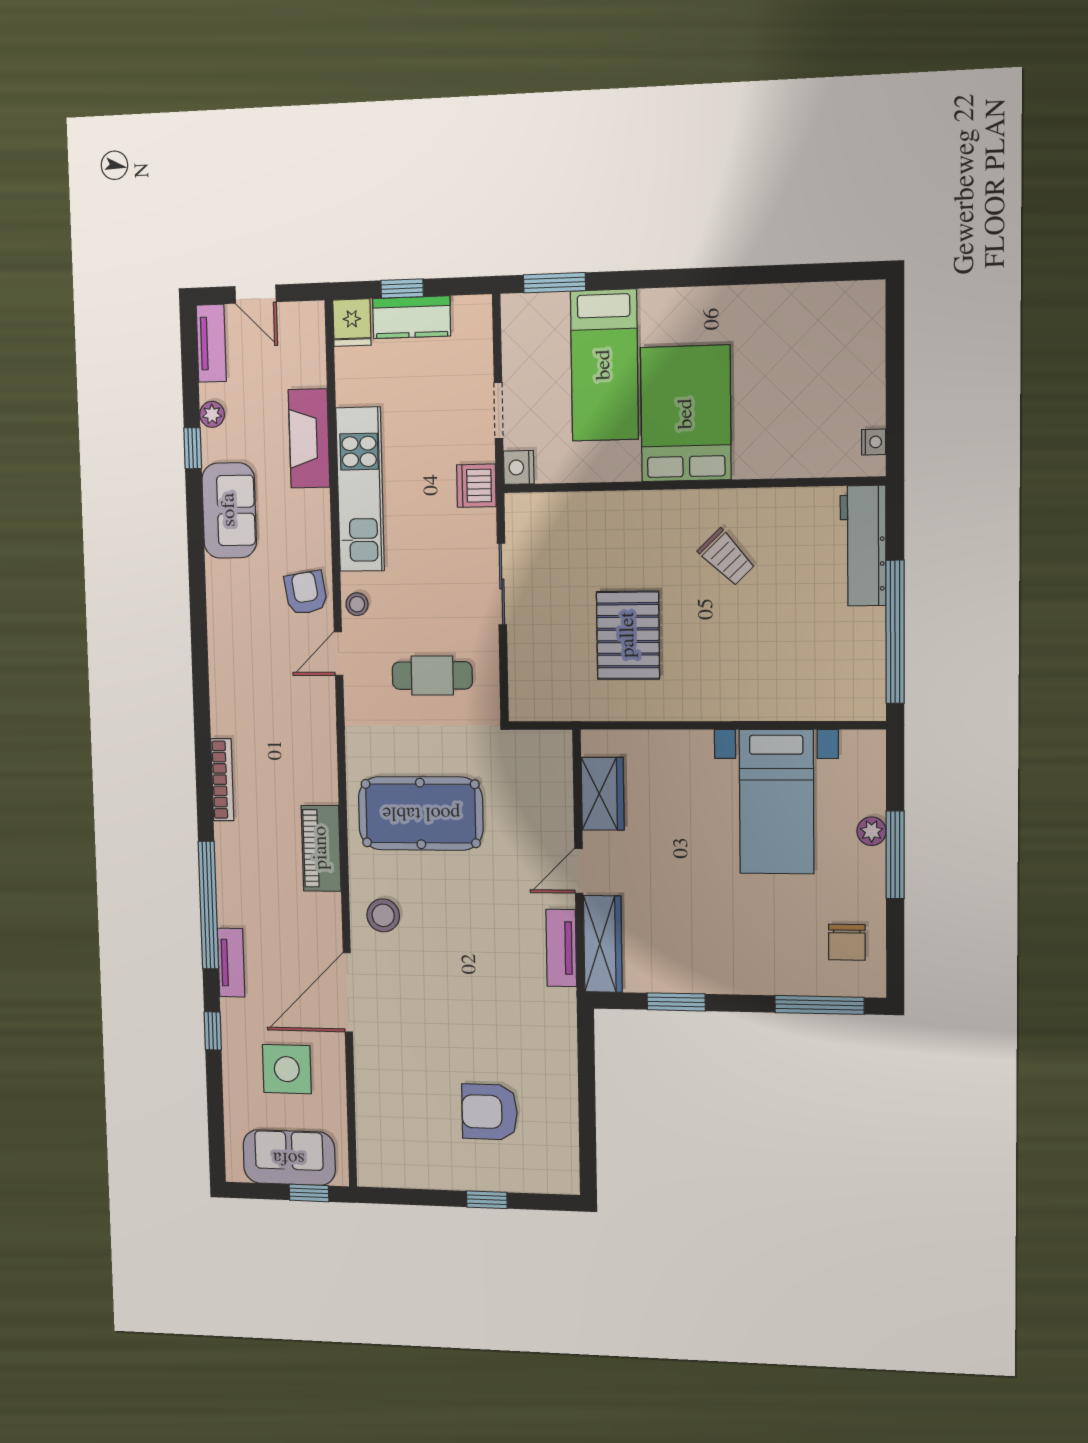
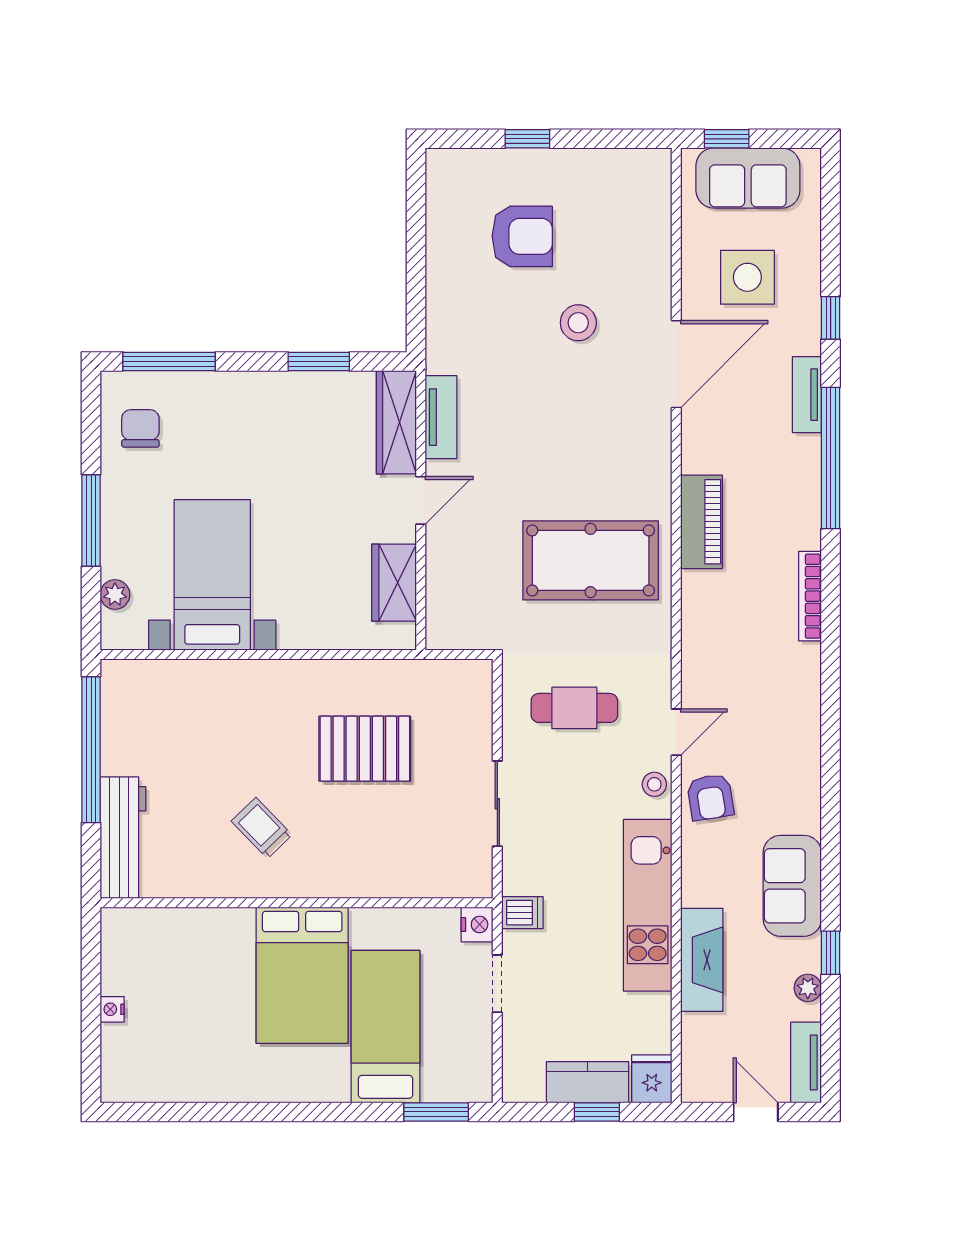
nightstand: (874, 442) -> (112, 1009), moved
dishwasher: (476, 486) -> (522, 913), width x0.73
pallet: (628, 635) -> (365, 749), turned 90
plant: (872, 831) -> (115, 595), moved
stool: (383, 915) -> (578, 323), moved

